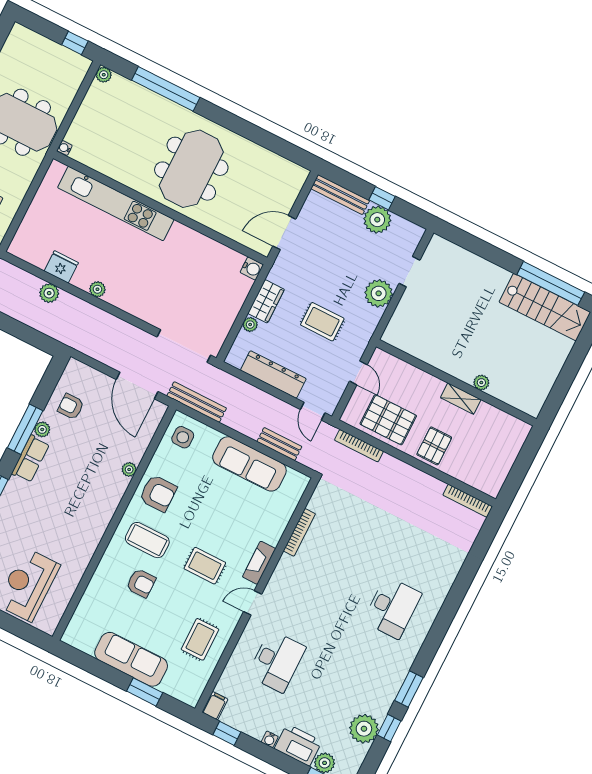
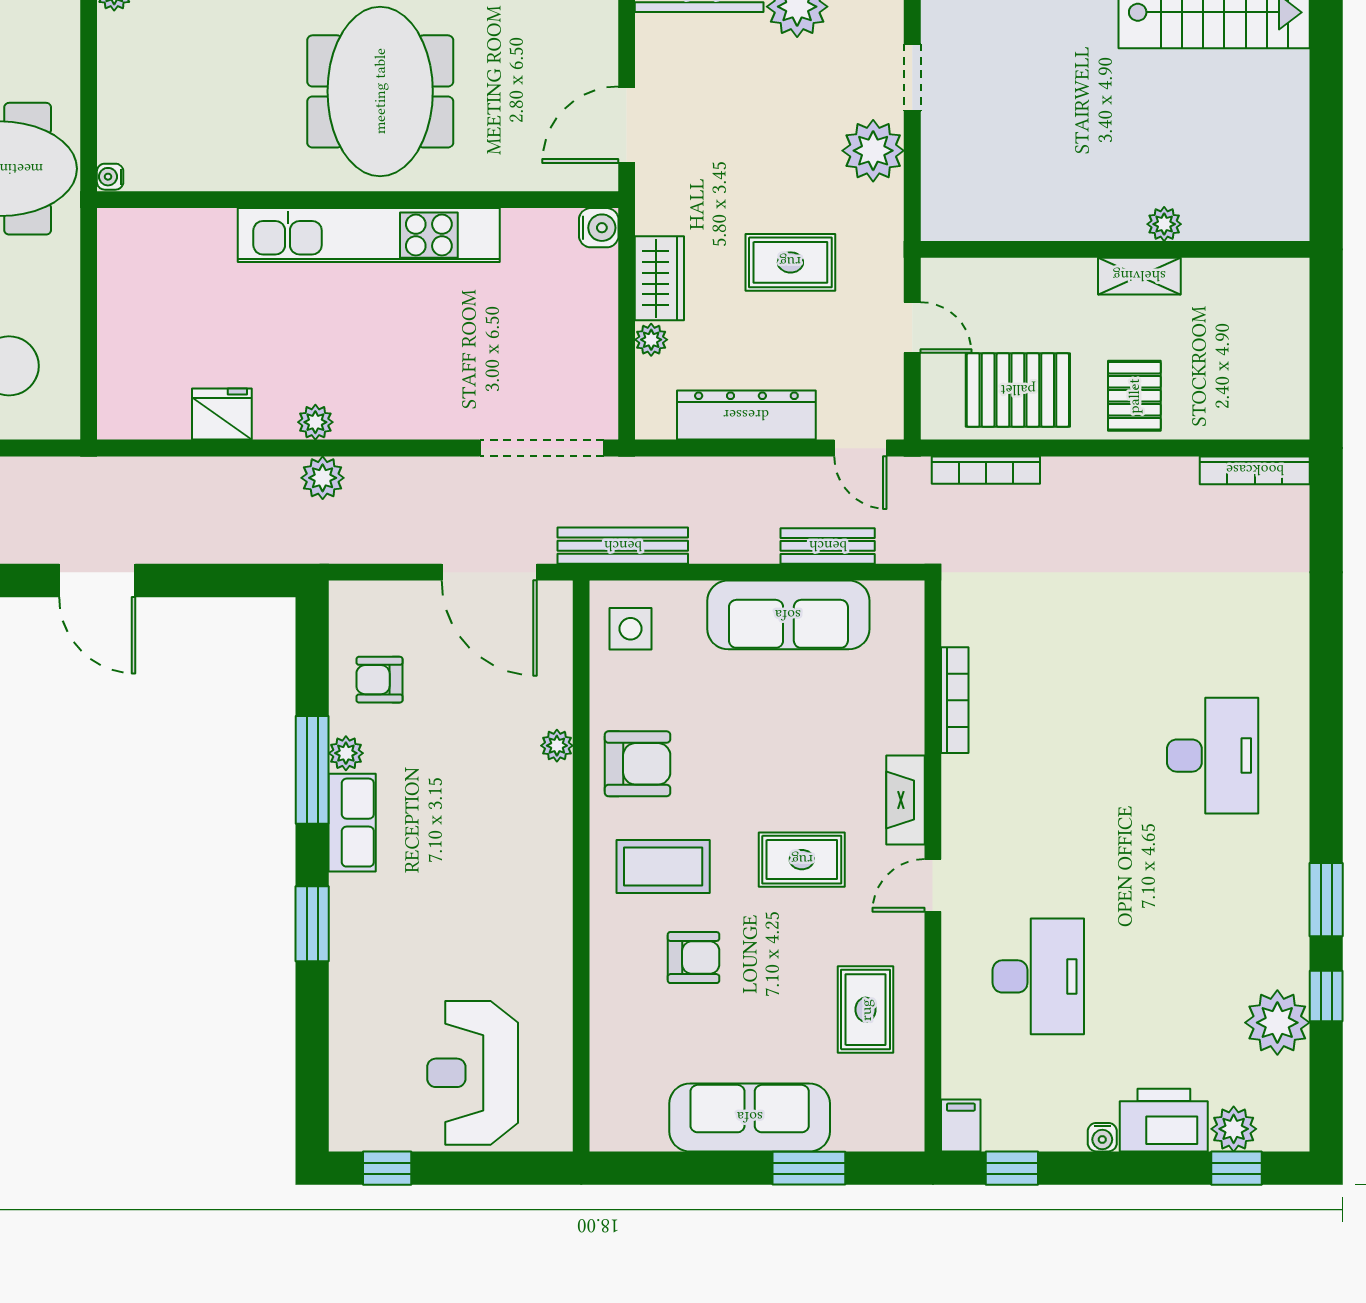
kitchen unit: (116, 203) -> (369, 235), moved
plant: (49, 293) -> (323, 478), moved

